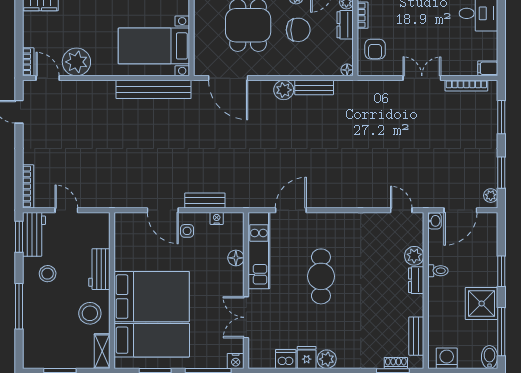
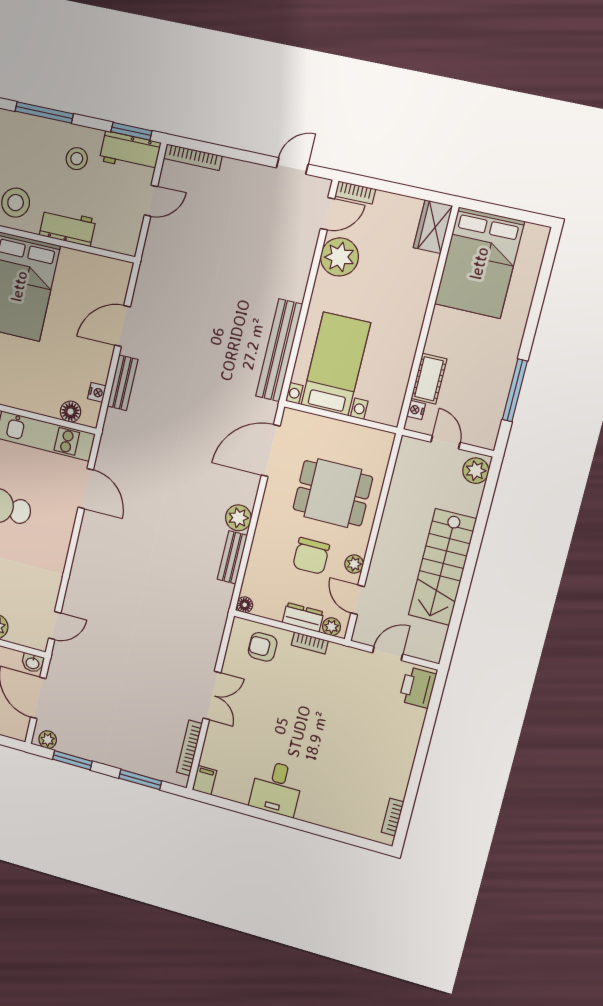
side table: (187, 231) -> (90, 351), removed
floor lamp: (236, 258) -> (71, 412), moved

